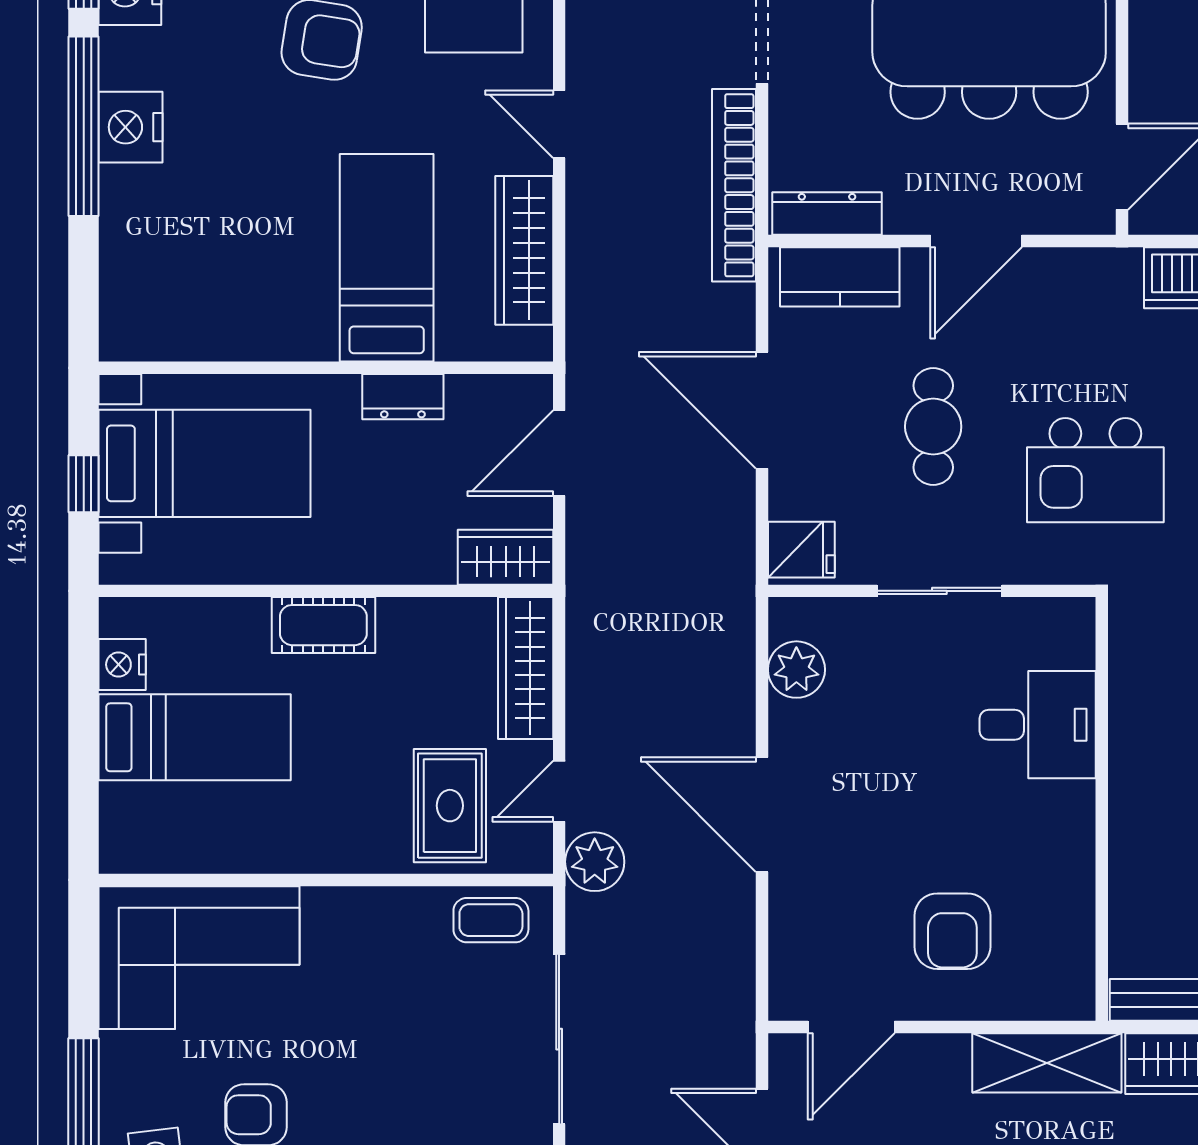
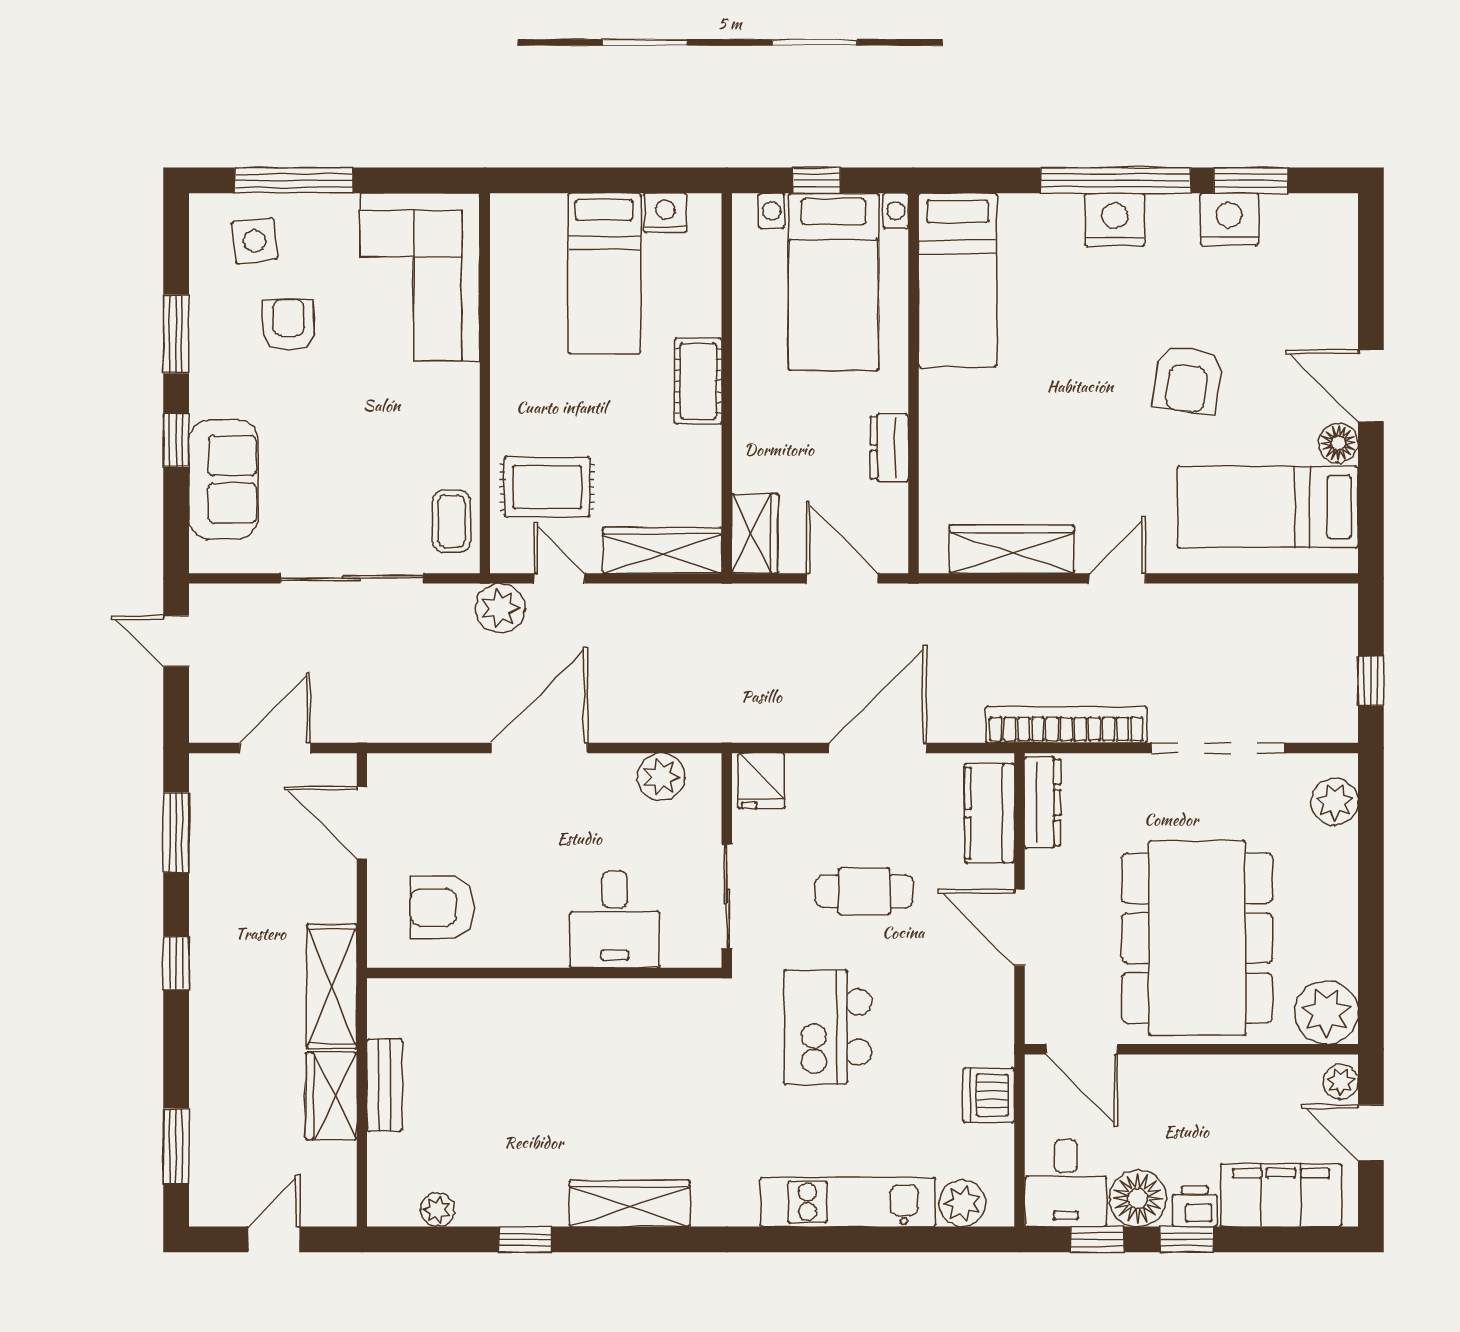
bed: (387, 258) -> (958, 280), moved, turned 90
desk: (1038, 725) -> (615, 919), moved
wall: (1102, 809) -> (544, 973), moved

